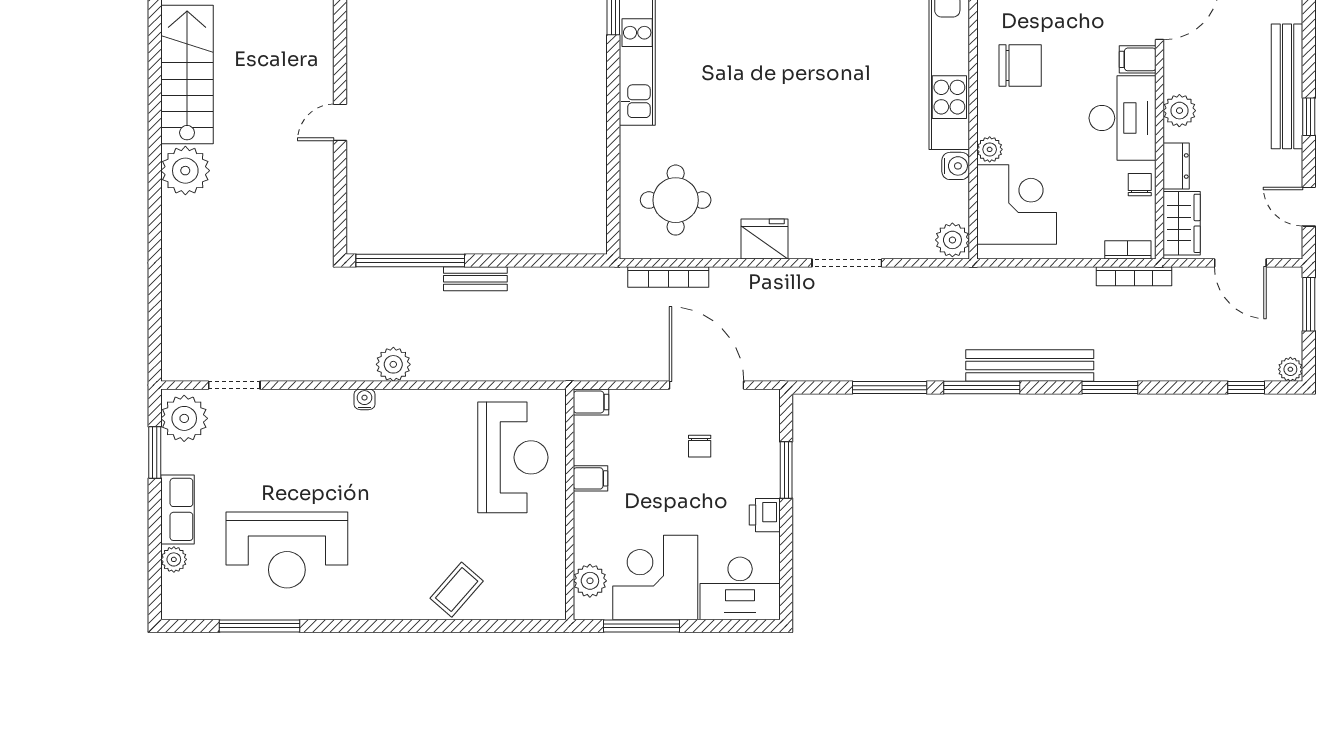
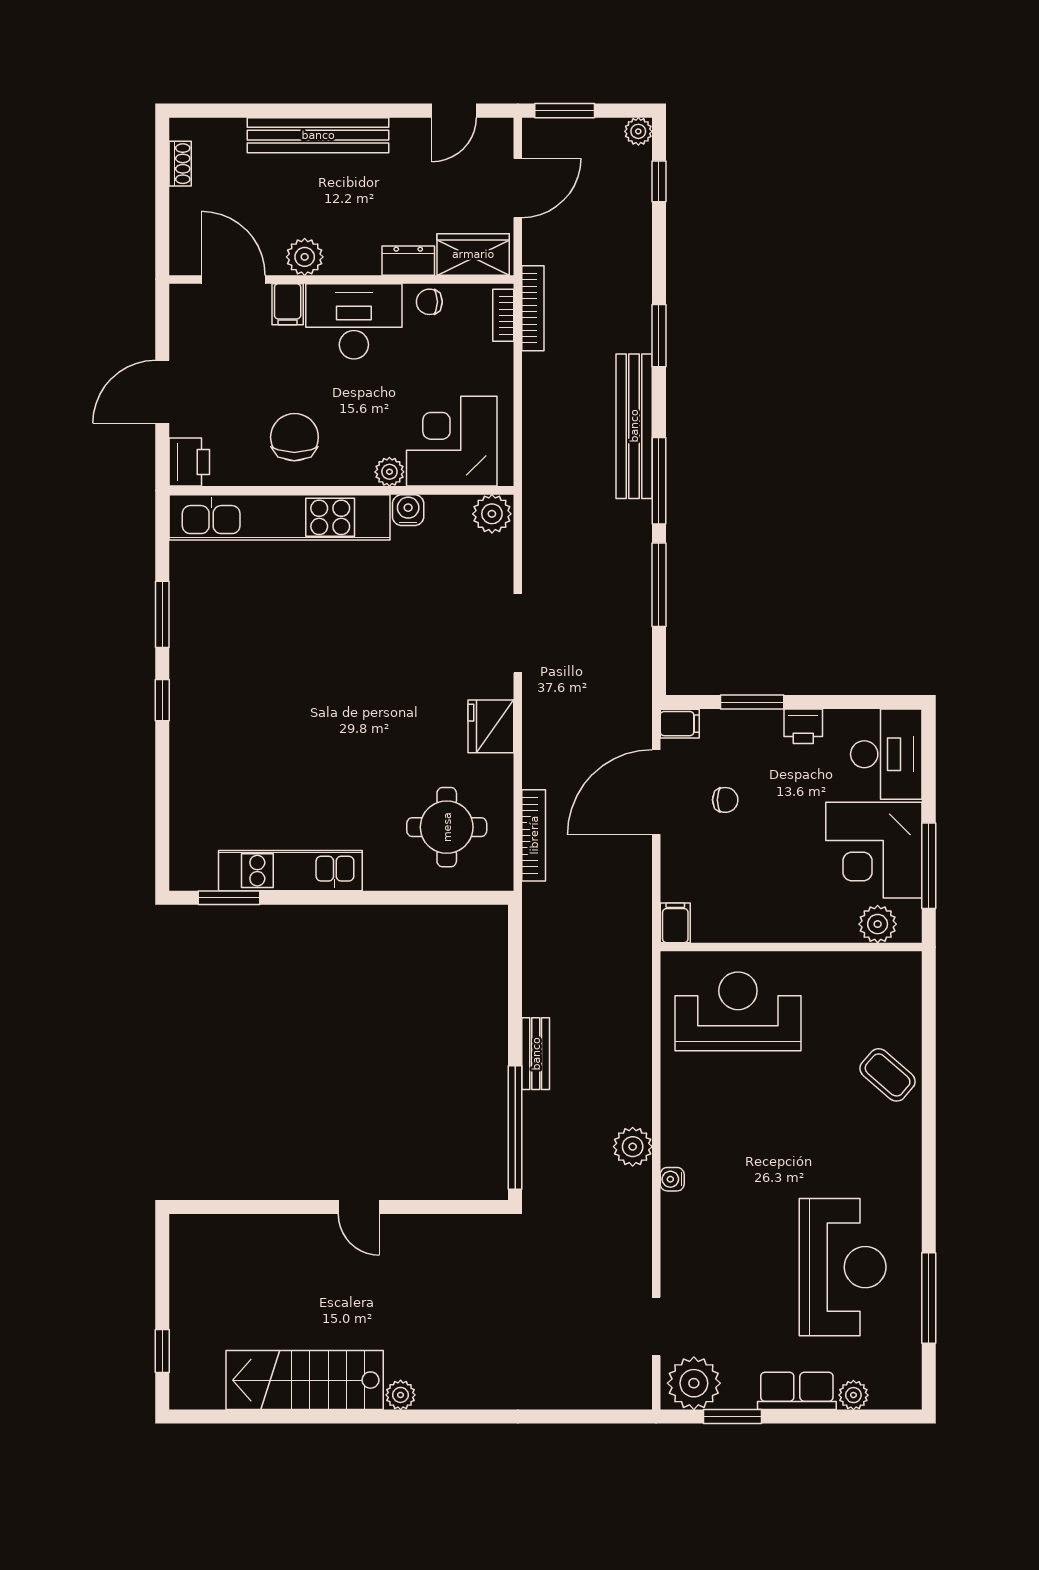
plant: (1179, 111) -> (305, 257), moved
window: (1309, 117) -> (353, 111), removed
plant: (185, 171) -> (401, 1395), width x0.53, depth x0.53
filing cabinet: (591, 478) -> (680, 724), moved, turned 90

